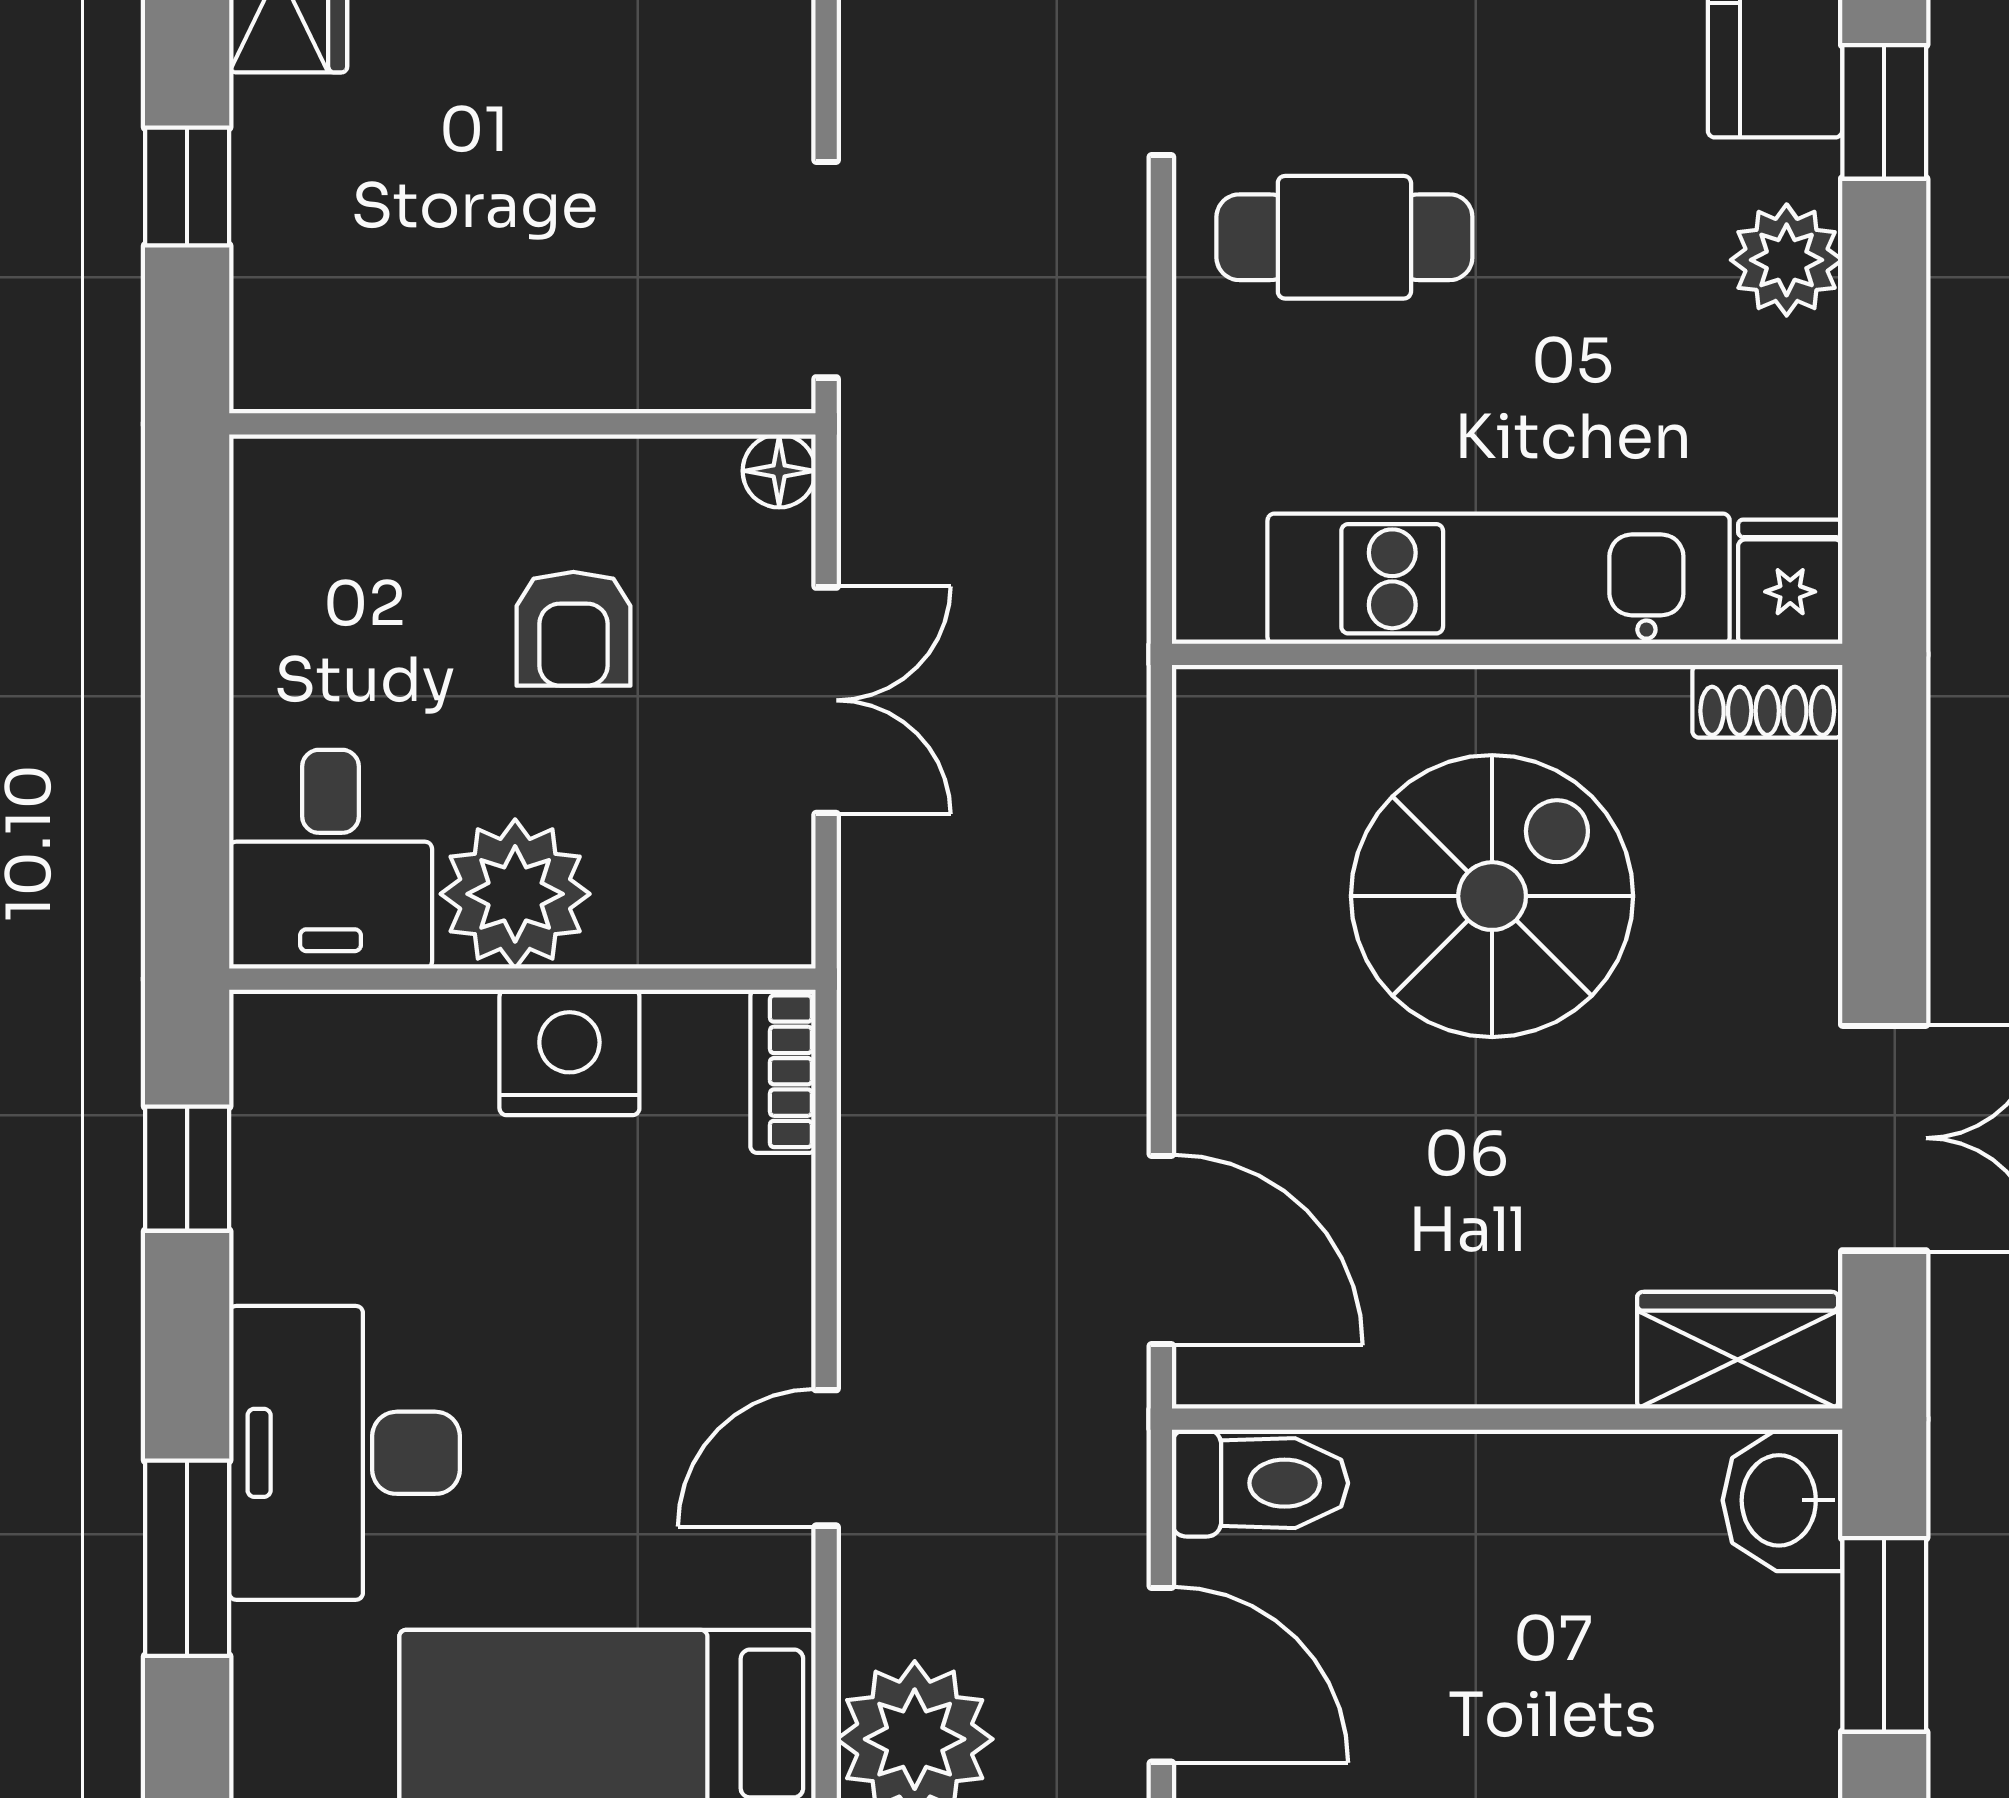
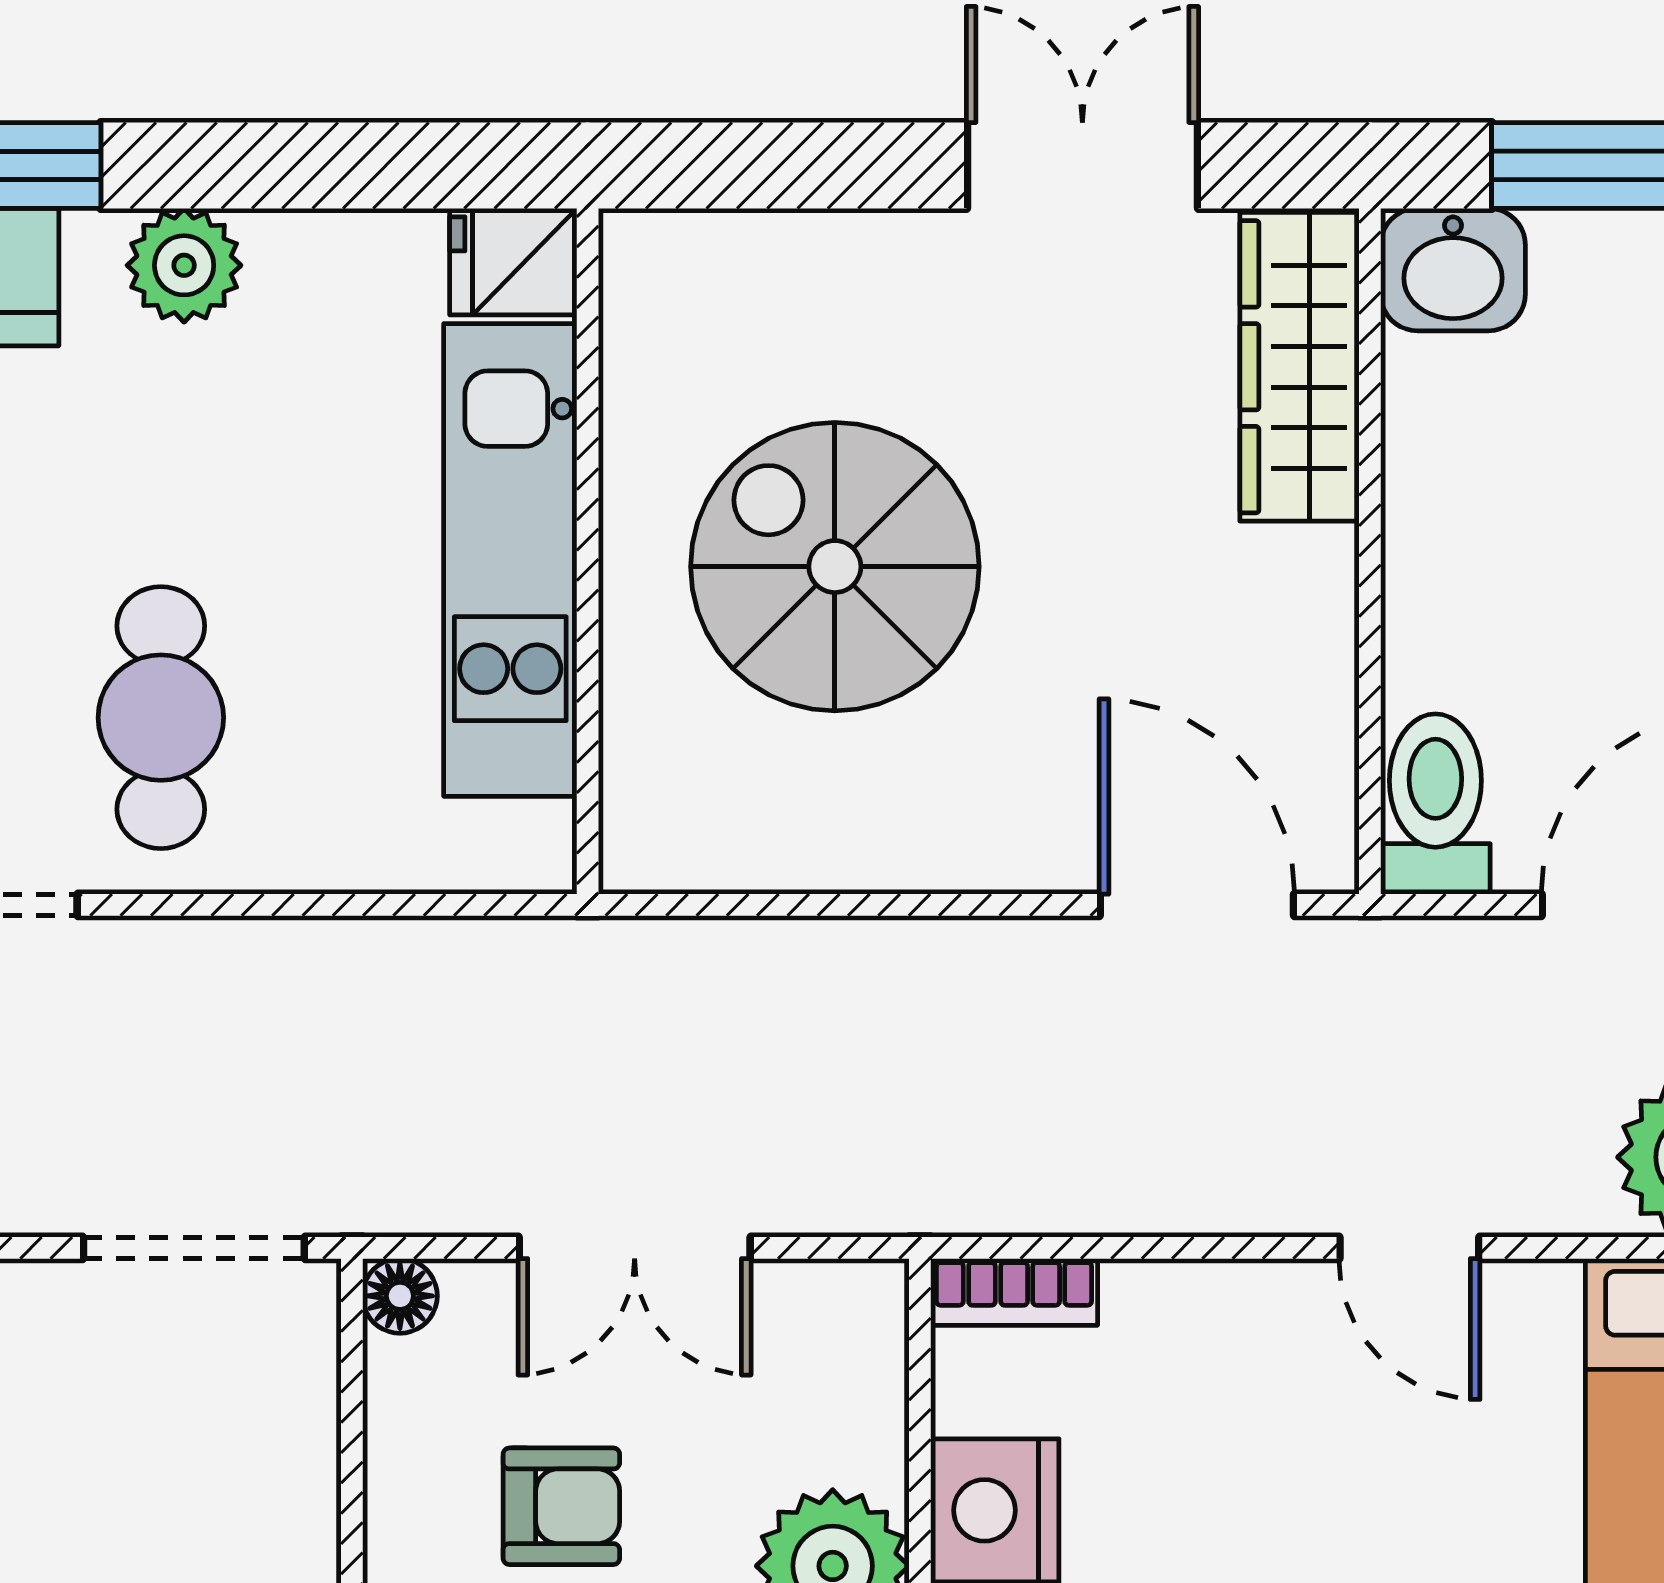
double door: (826, 700) -> (635, 1248), swing flipped
shoe rack: (1767, 701) -> (636, 285), removed
door: (1161, 1250) -> (1197, 905), hinge flipped
wardrobe: (1738, 1350) -> (1300, 367), width x1.50

